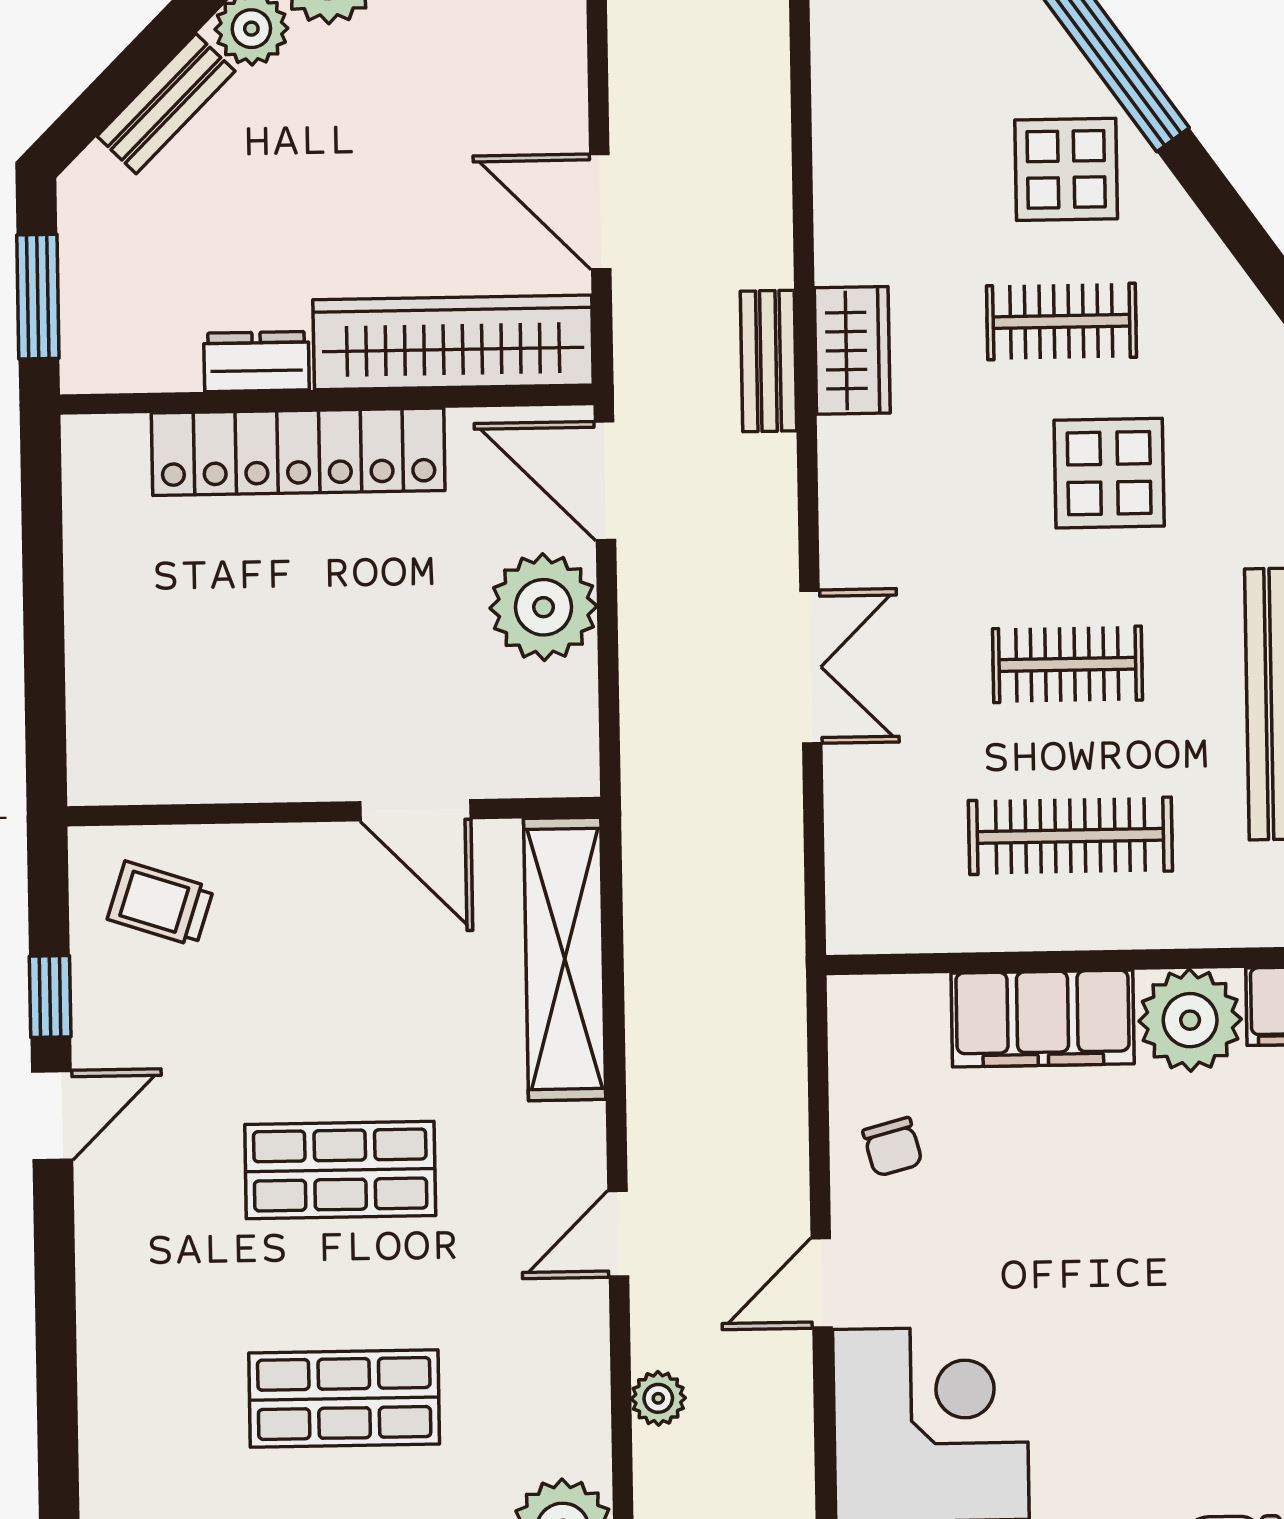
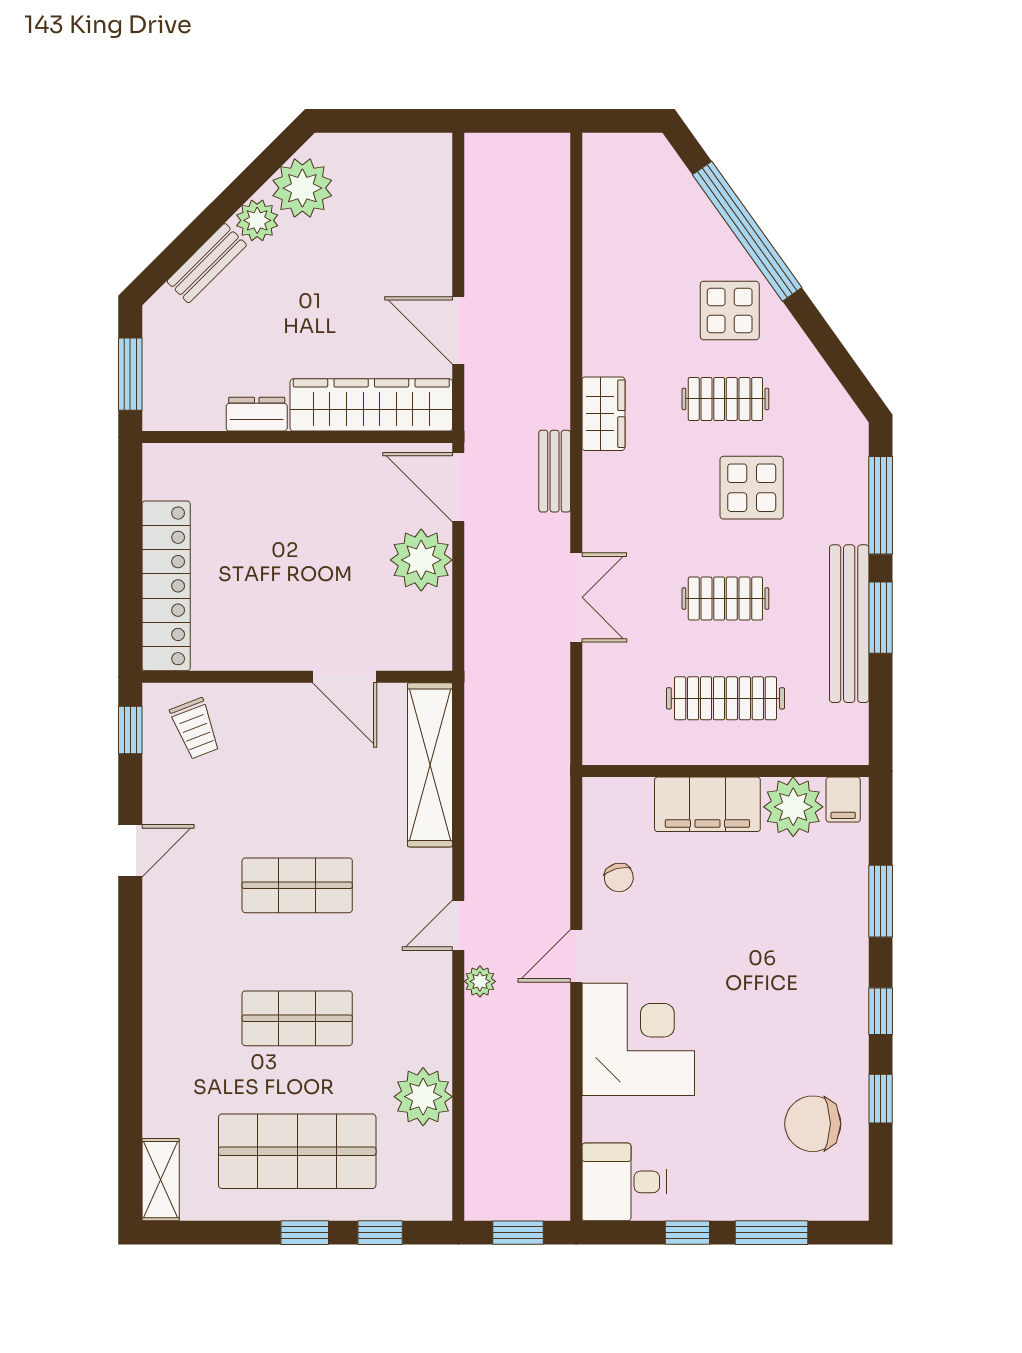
bench: (768, 361) -> (555, 471), moved
locker: (298, 452) -> (166, 586), moved, turned -90
trolley: (160, 904) -> (195, 729), turned -129
window: (50, 996) -> (130, 730), moved
plant: (658, 1398) -> (480, 981), moved

